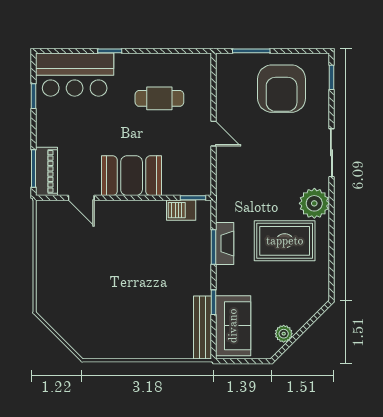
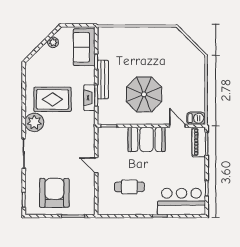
barbecue: (181, 210) -> (196, 118), moved
parasol: (136, 249) -> (144, 94), added
bench: (203, 328) -> (103, 80), moved

